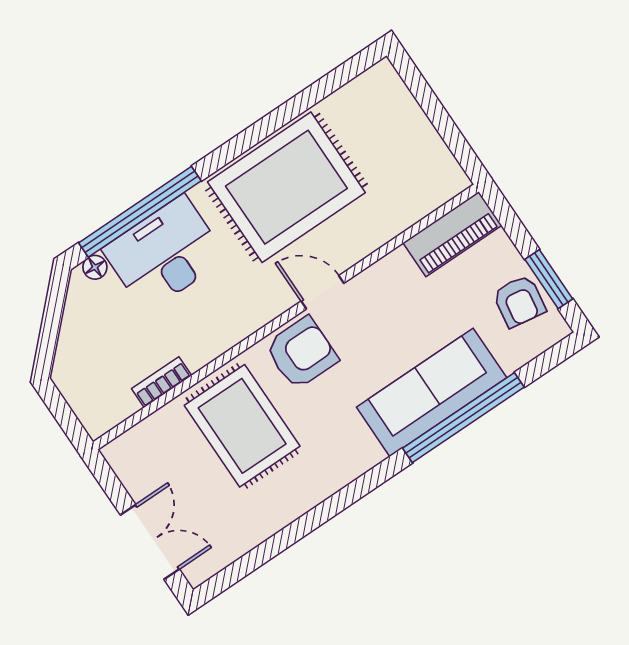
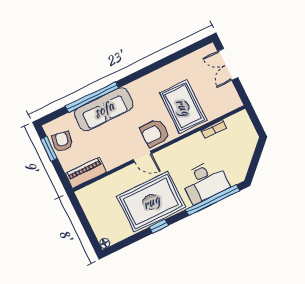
window: (259, 131) -> (159, 226), added
floor lamp: (95, 267) -> (105, 243), moved

